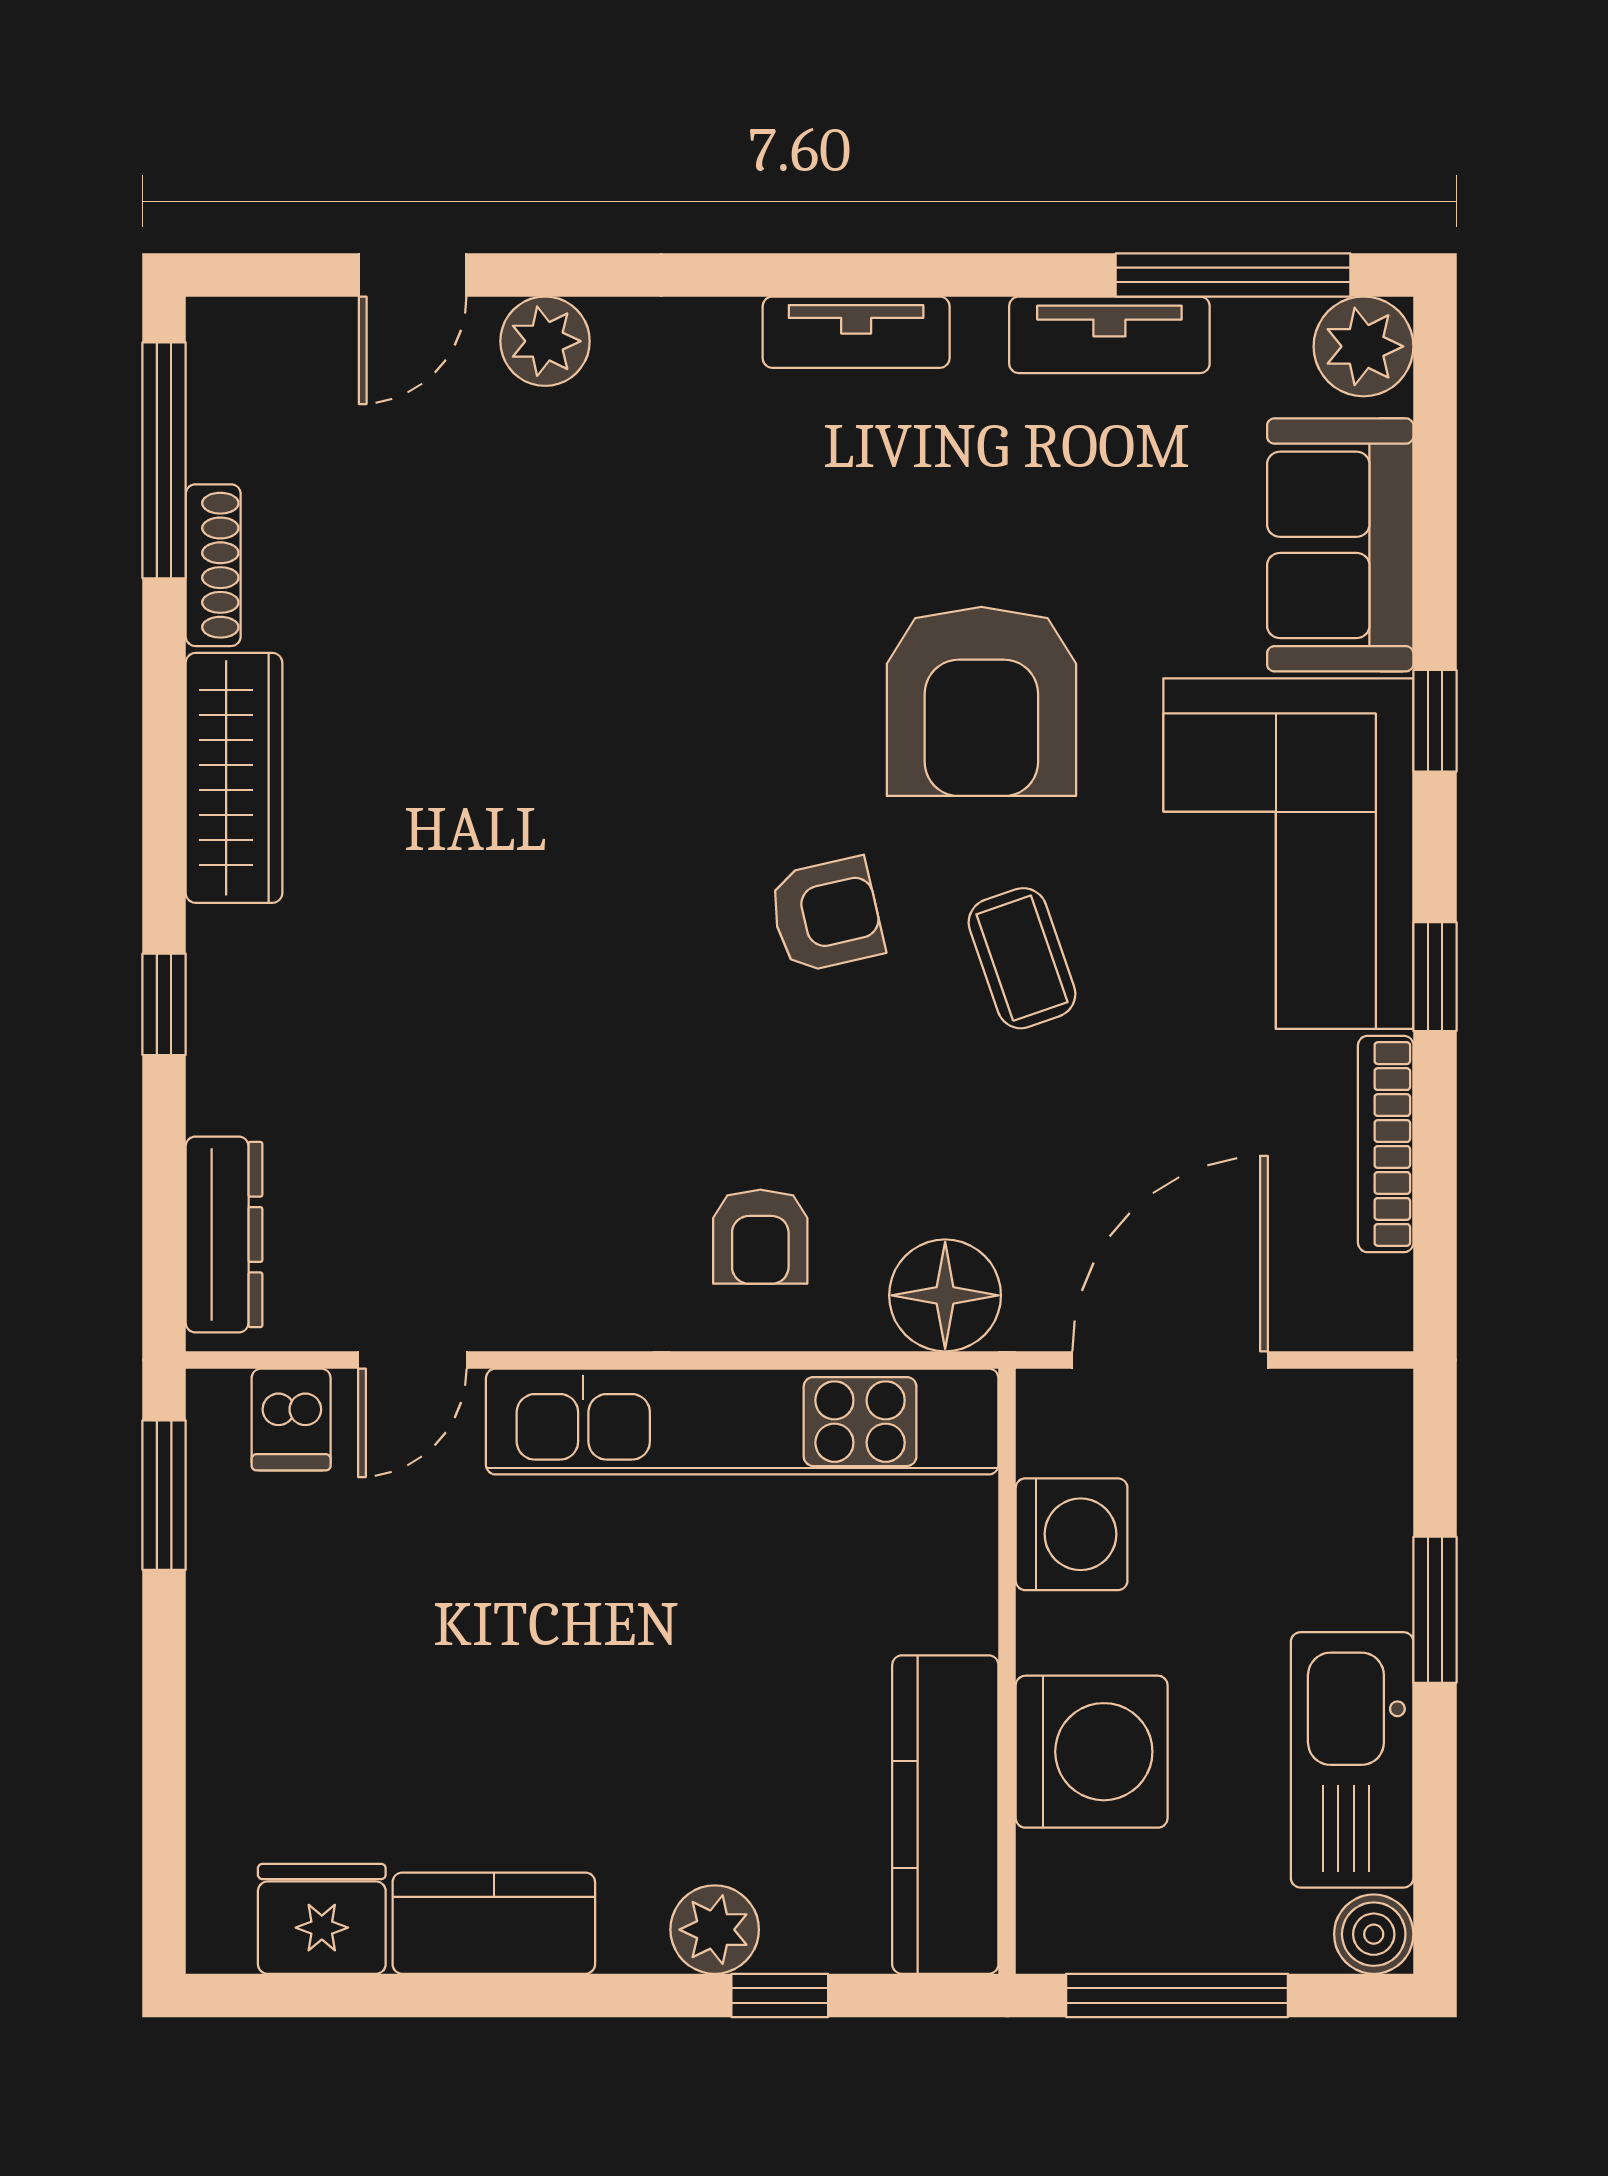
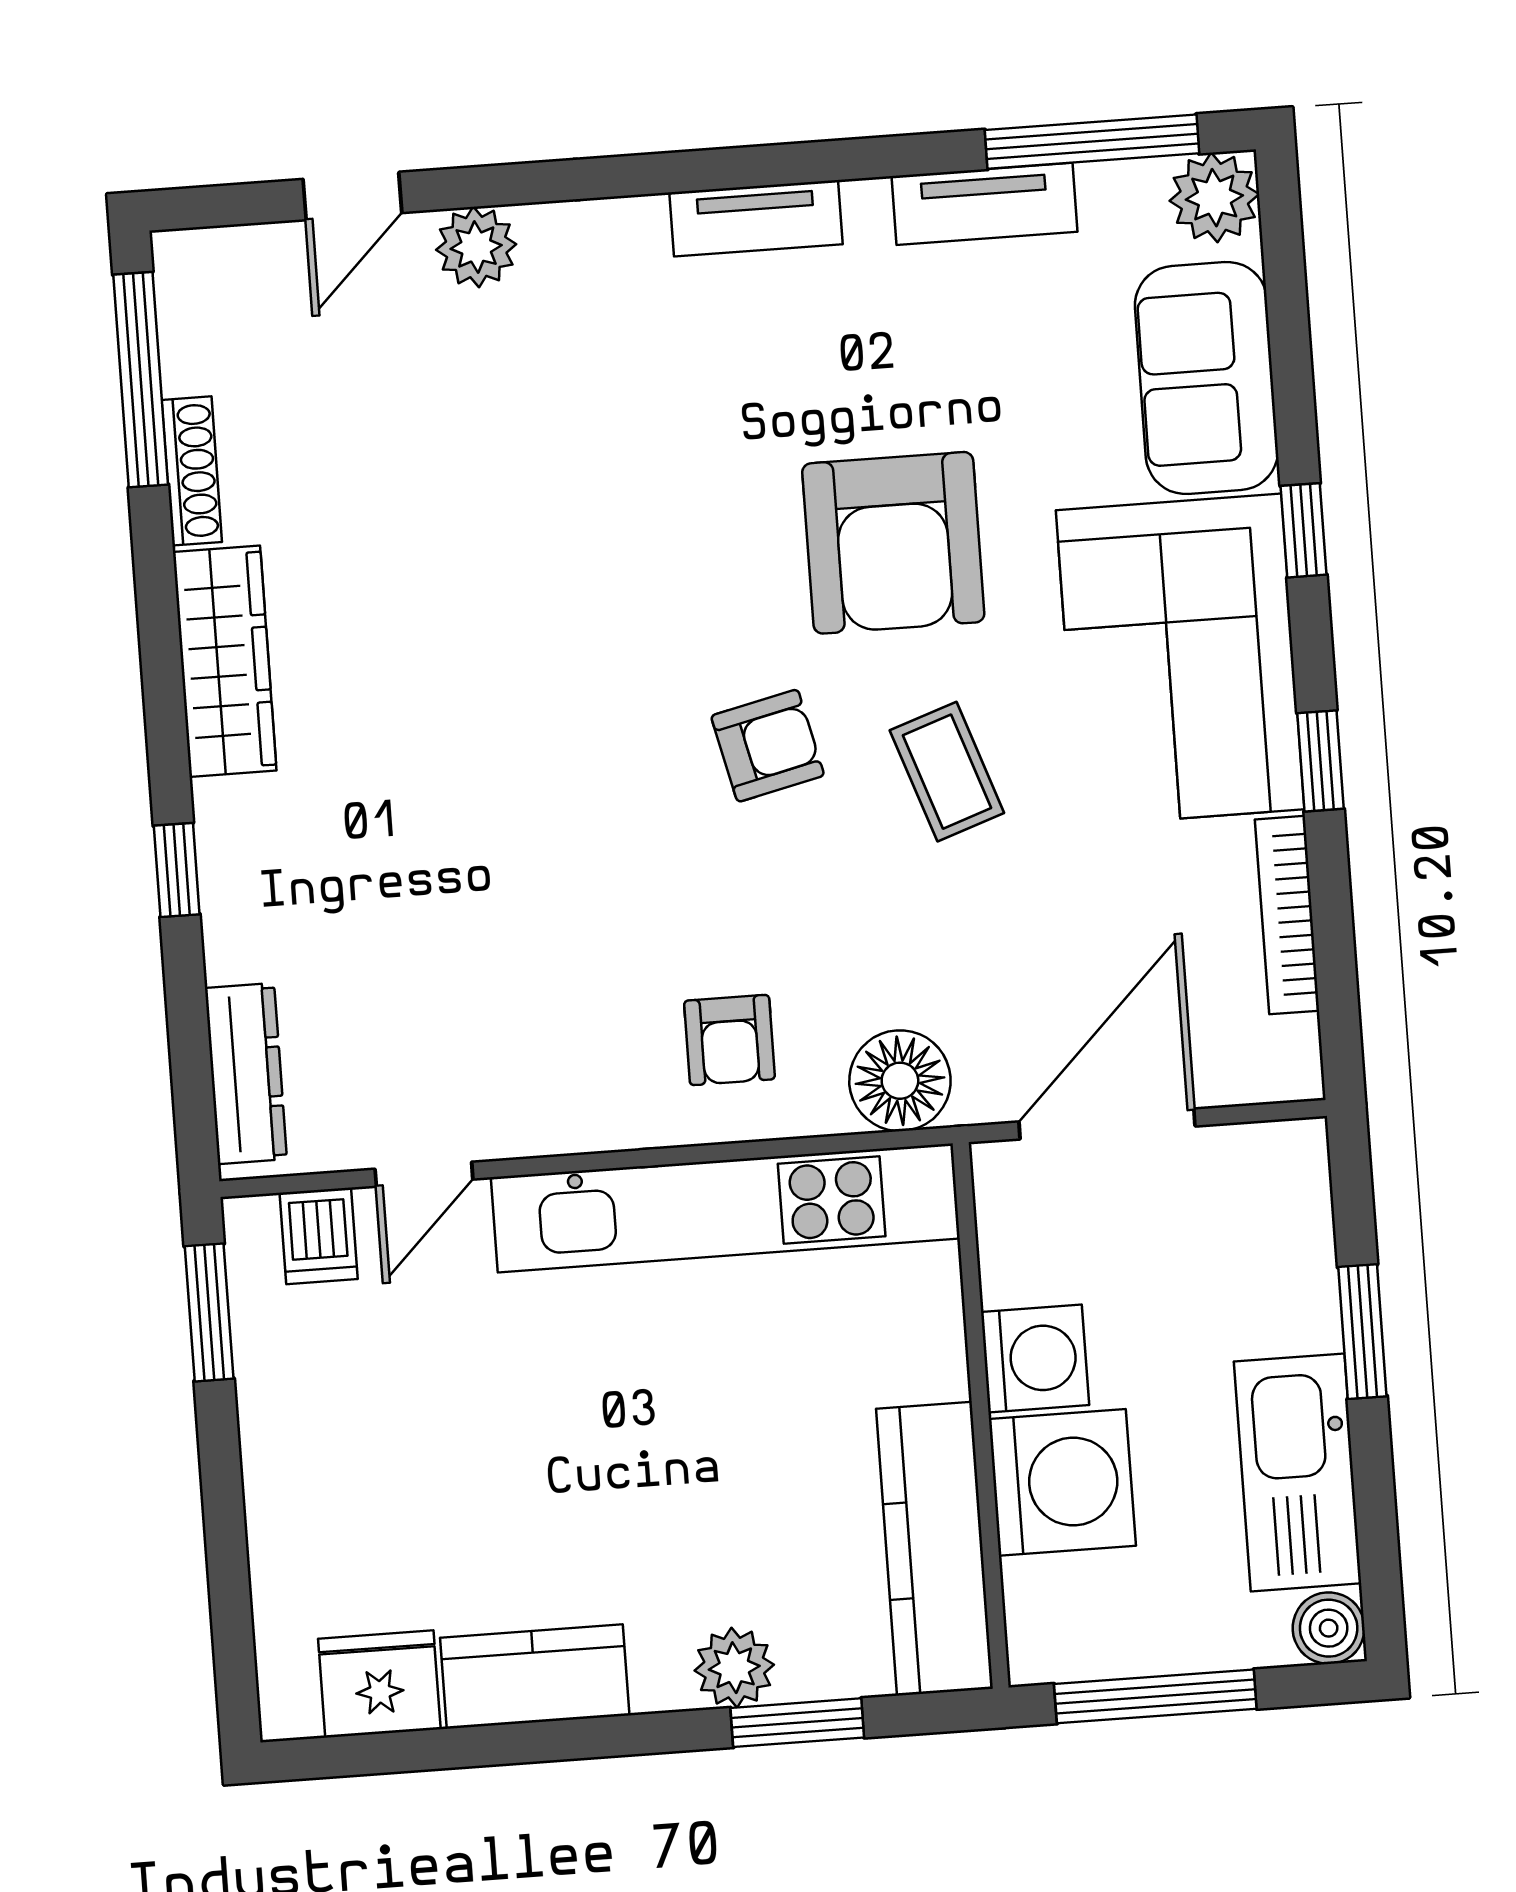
washing machine: (1072, 1534) -> (1035, 1359), moved
window: (780, 1995) -> (797, 1723), width x1.50

